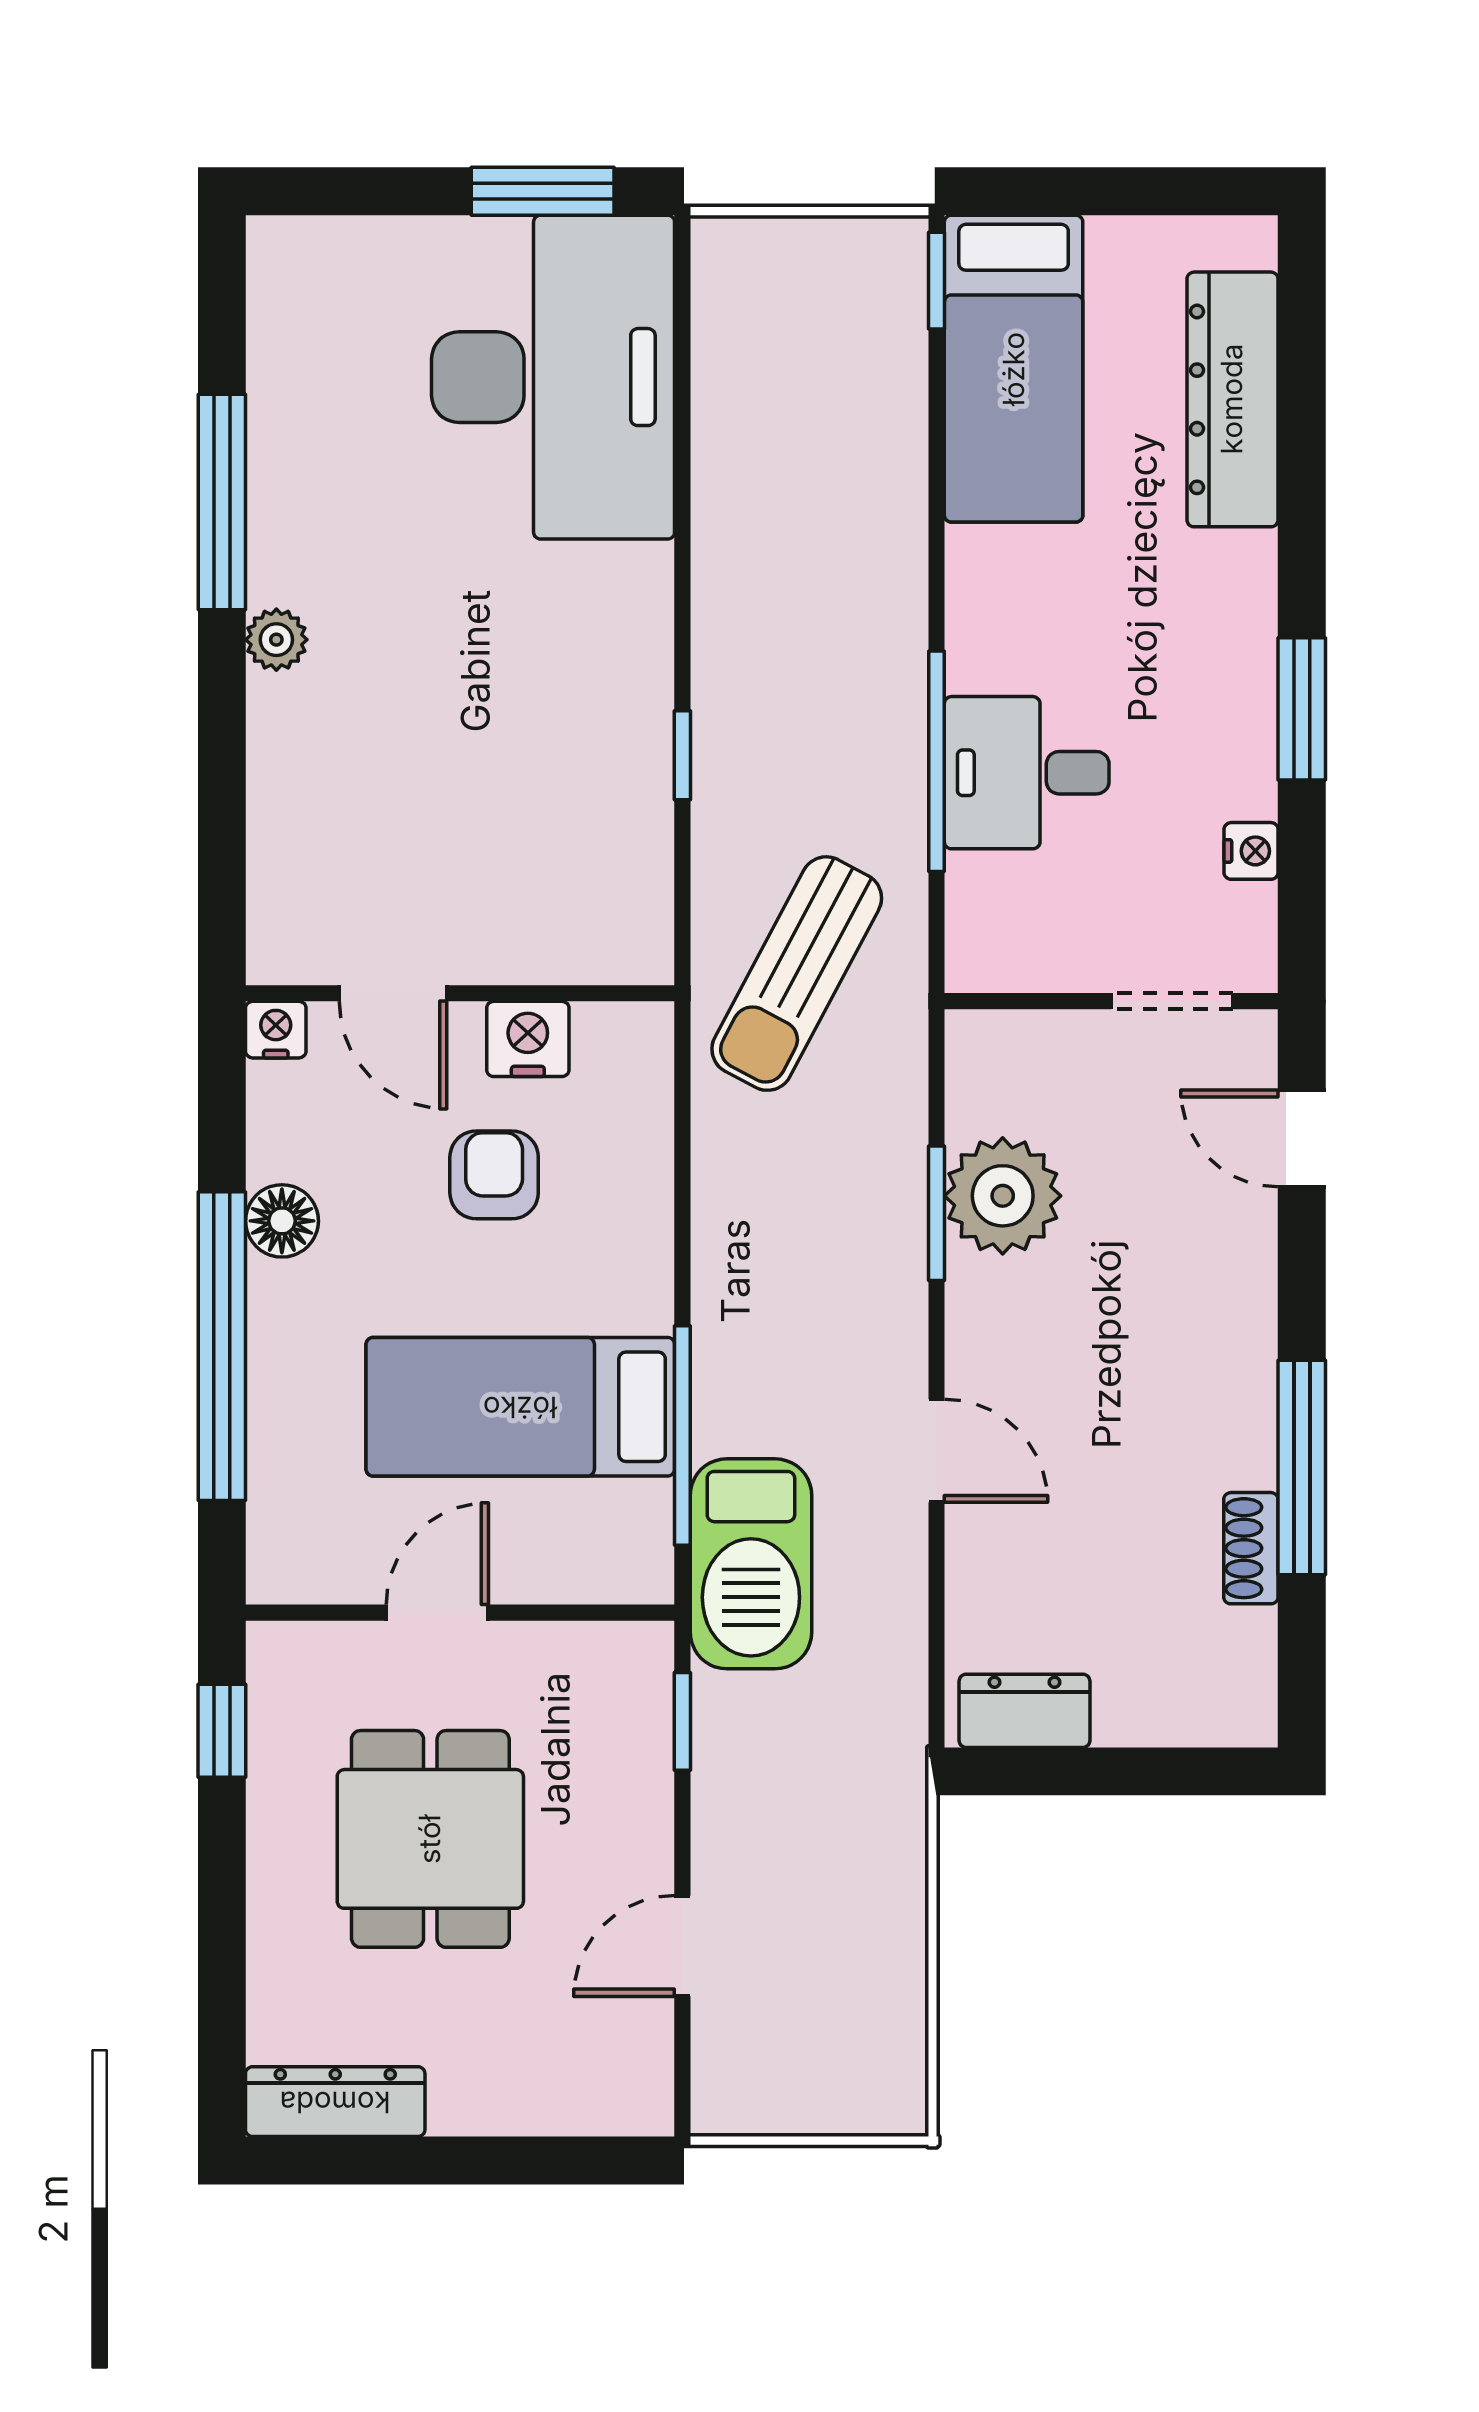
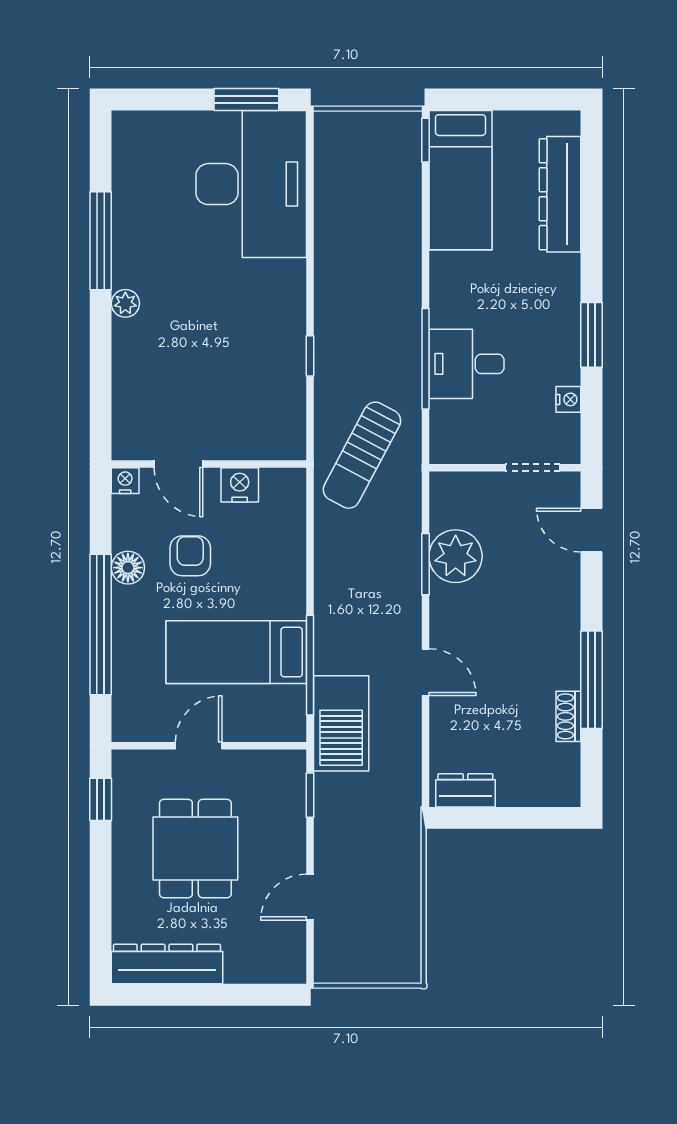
armchair: (494, 1175) -> (190, 556), moved
dresser: (335, 2102) -> (167, 964), width x1.37, depth x1.24

